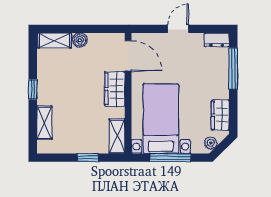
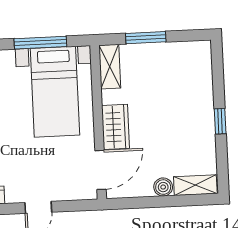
door: (128, 56) -> (100, 170), swing flipped
shelving: (44, 123) -> (203, 80), removed
window: (88, 158) -> (146, 38), width x1.50

